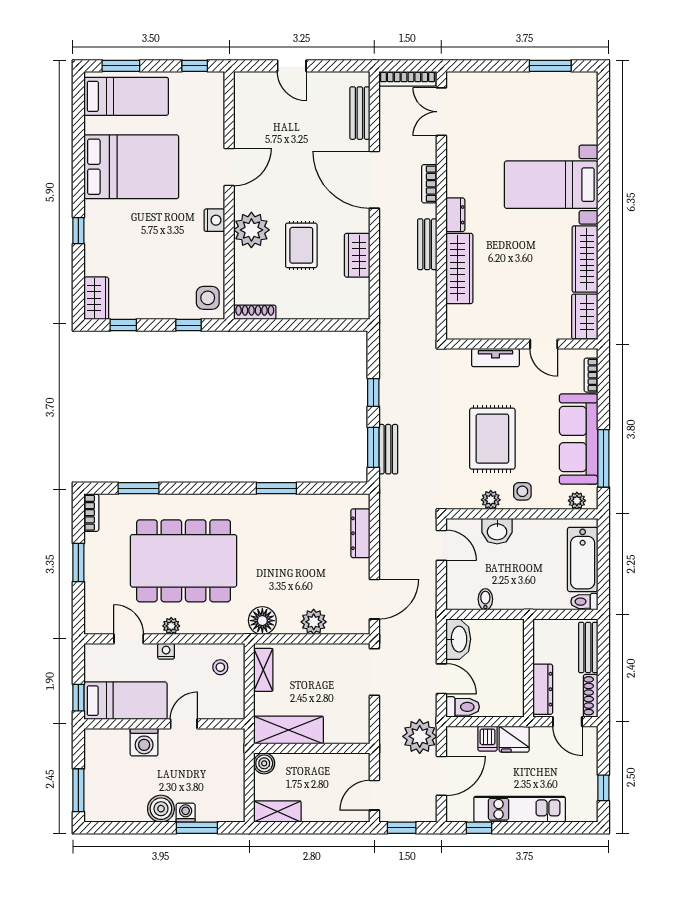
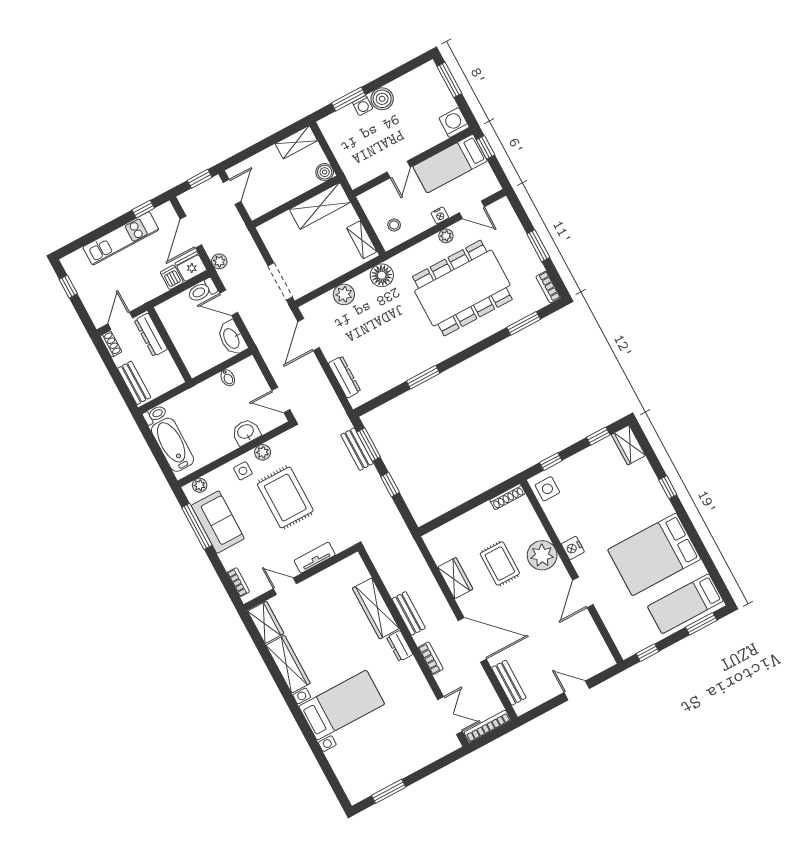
sofa: (579, 439) -> (218, 522), width x0.73
shoe rack: (591, 696) -> (111, 344), width x0.70
door: (567, 722) -> (120, 321), hinge flipped
plant: (420, 736) -> (219, 261), width x0.53, depth x0.53
fridge: (514, 739) -> (191, 267), moved
washing machine: (144, 742) -> (454, 123), moved

